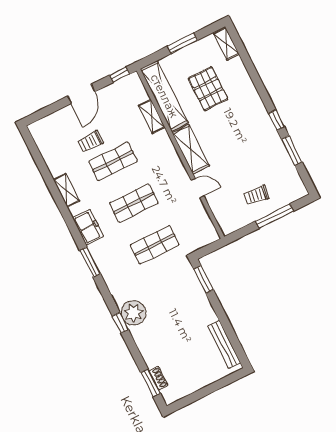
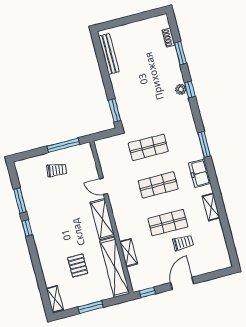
pallet: (208, 89) -> (78, 266), width x0.67, depth x0.71
window: (274, 216) -> (63, 145), moved
plant: (134, 313) -> (181, 89), width x0.53, depth x0.53
window: (150, 383) -> (180, 53), moved

